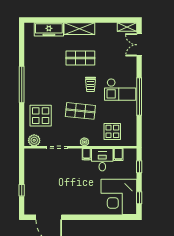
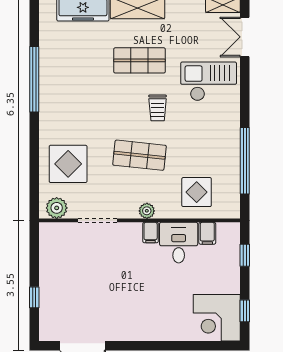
window: (22, 85) -> (34, 79), moved
checkout: (120, 90) -> (209, 81), moved, turned 180
window: (139, 96) -> (245, 161), moved
corner desk: (119, 197) -> (217, 318), width x0.74, depth x0.74

